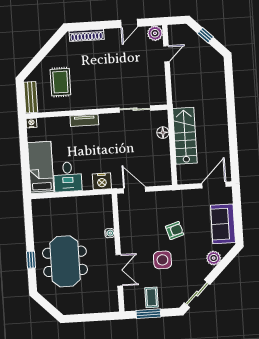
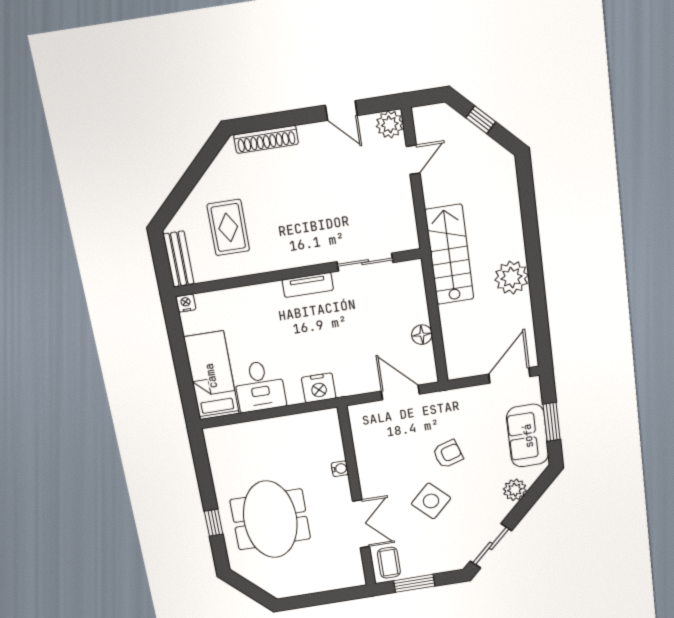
door: (129, 23) -> (341, 110), hinge flipped
tv unit: (84, 120) -> (308, 285), moved
plant: (218, 126) -> (512, 278), added
floor lamp: (163, 133) -> (422, 335), moved
stairs: (185, 136) -> (449, 255), moved
door: (135, 190) -> (400, 393), moved
window: (238, 217) -> (552, 422), added
side table: (162, 260) -> (431, 501), turned 45
coffee table: (152, 297) -> (389, 563), moved

